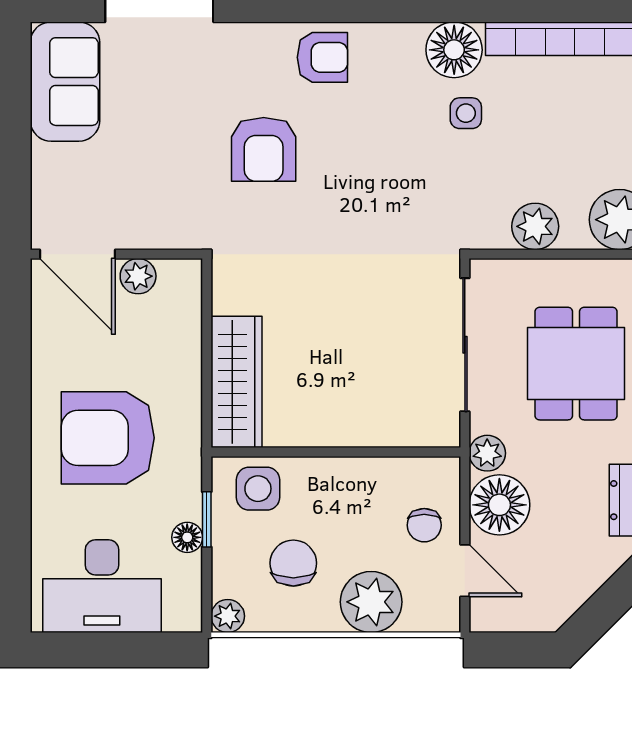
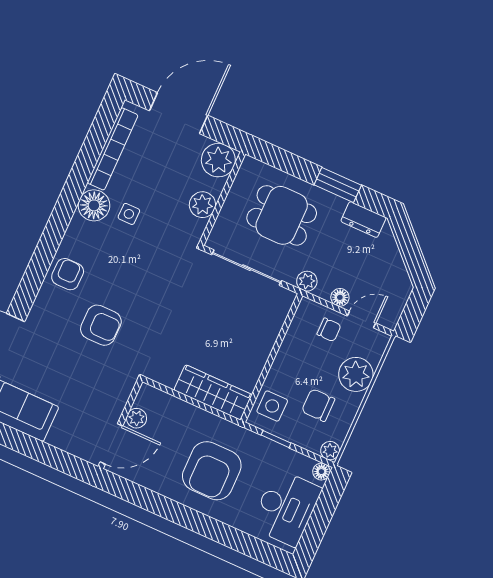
floor lamp: (499, 505) -> (340, 297), width x0.53, depth x0.53
floor lamp: (187, 537) -> (321, 472), moved

